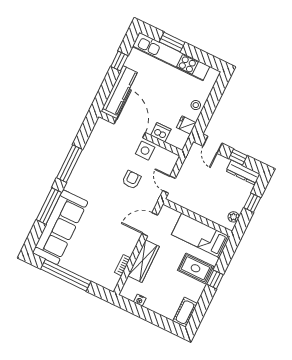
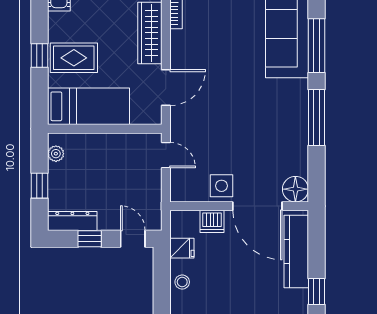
floor lamp: (102, 127) -> (295, 189), added
armchair: (132, 180) -> (221, 137), removed

